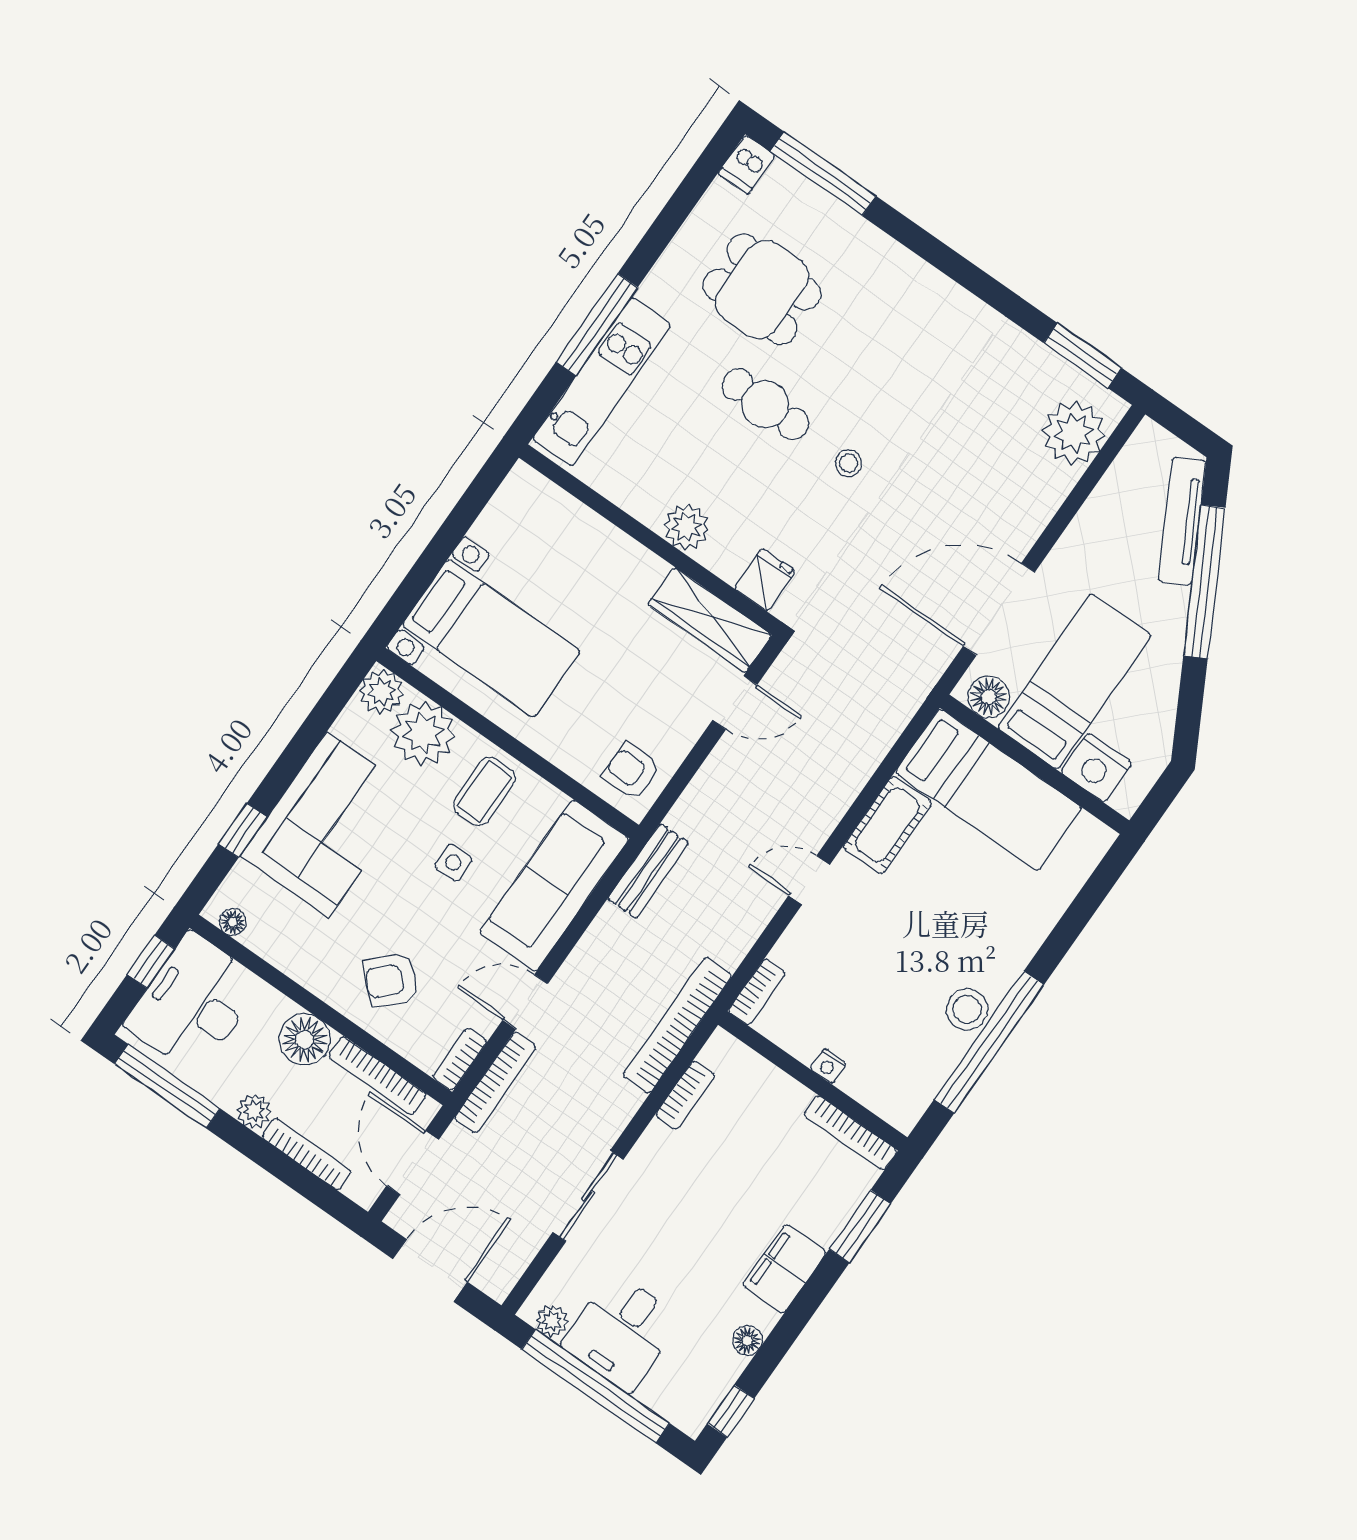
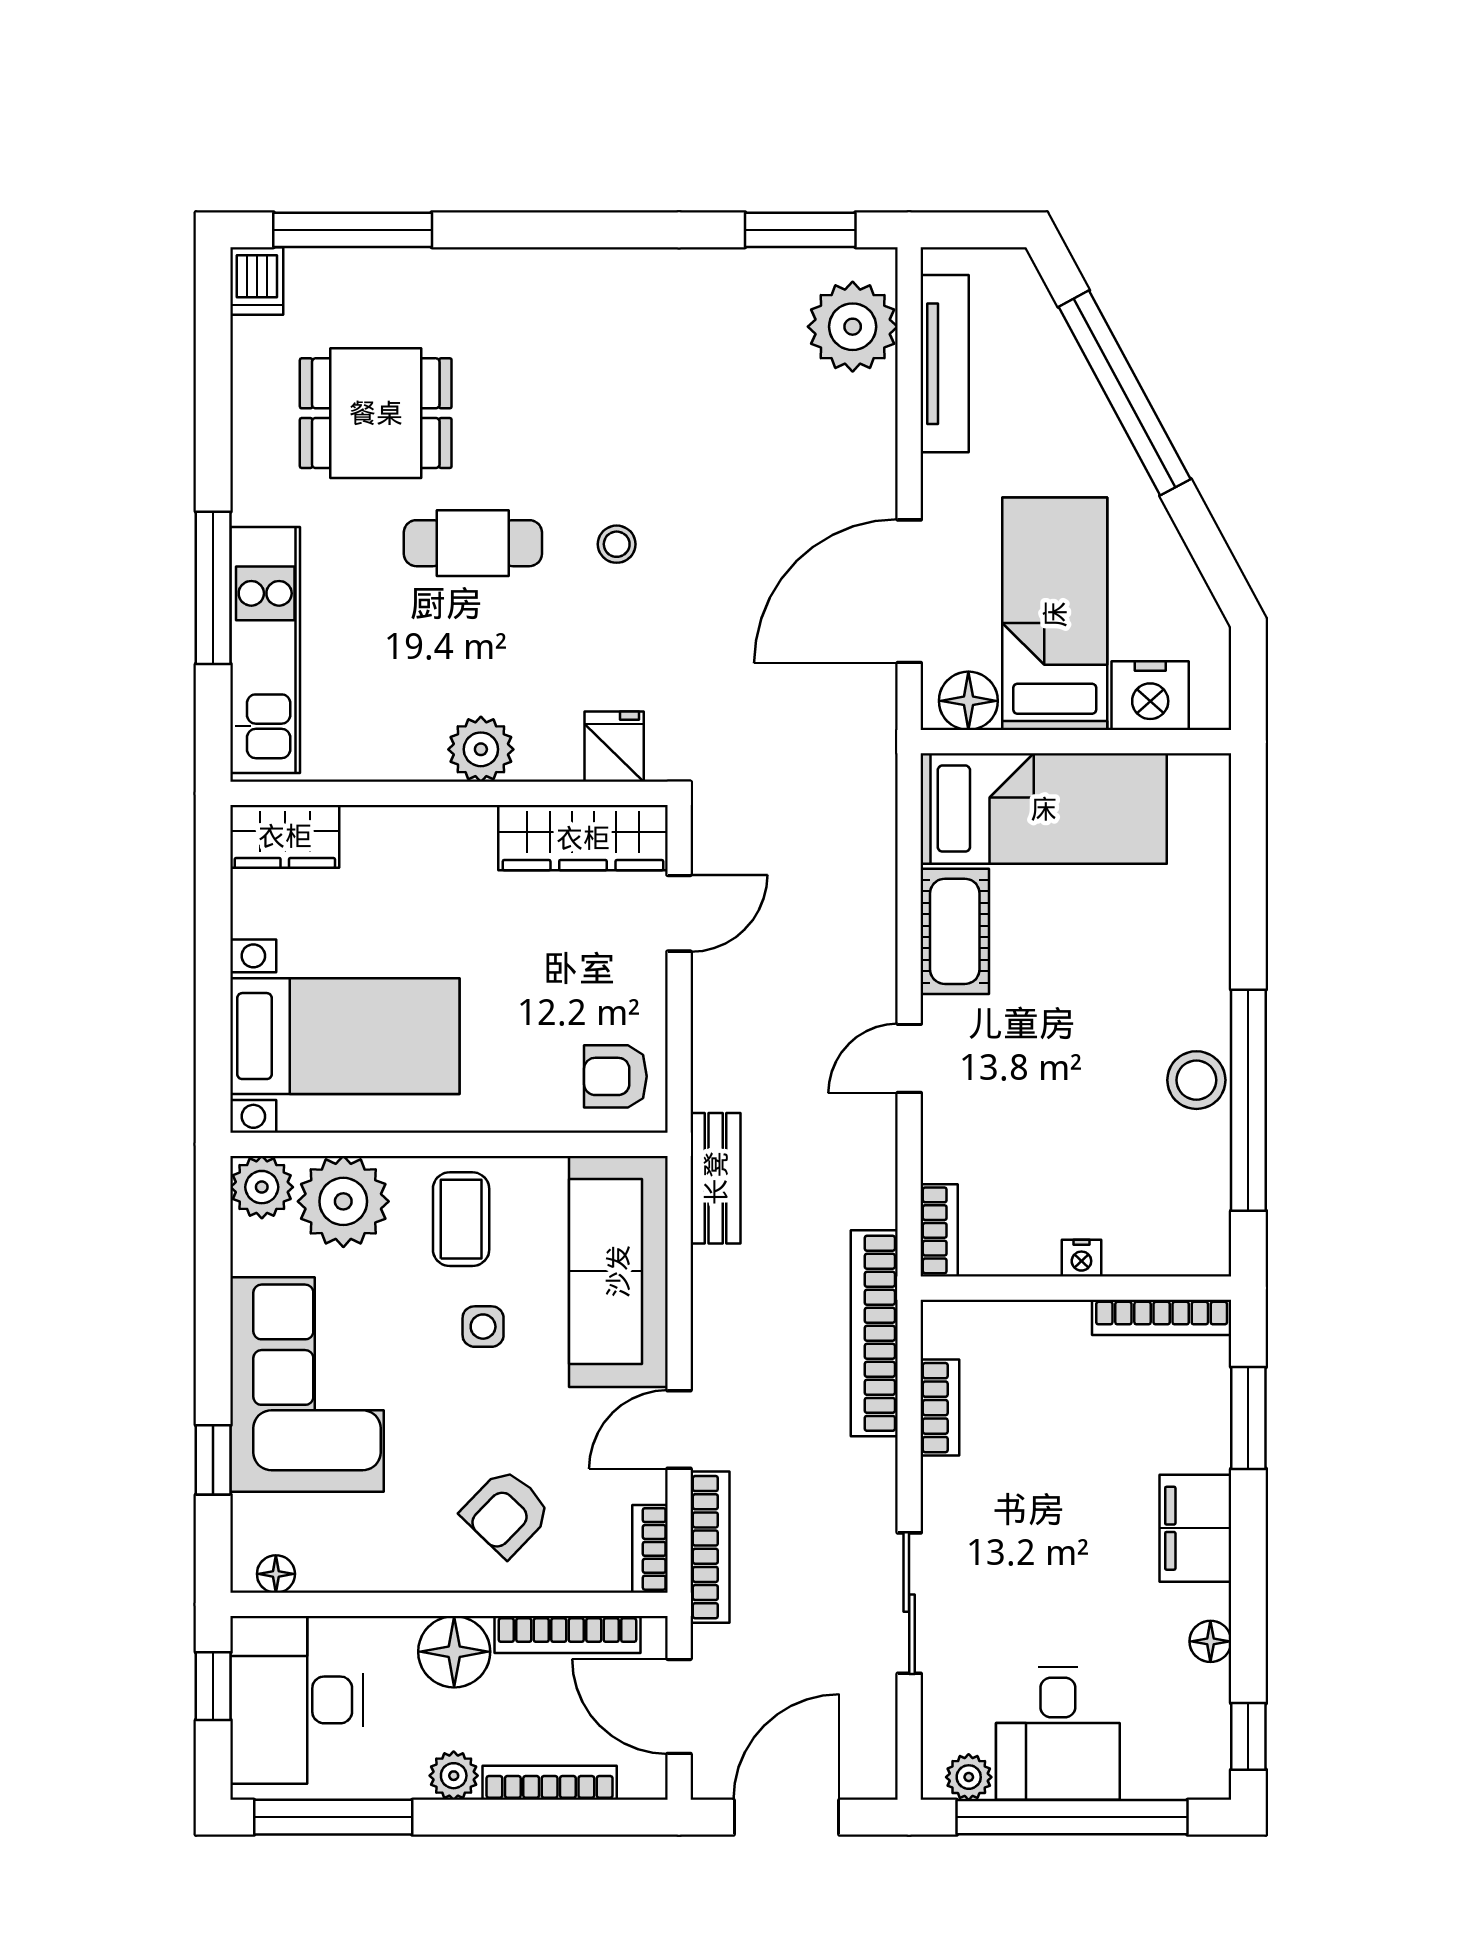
wardrobe: (537, 498) -> (285, 836), added
tv unit: (1182, 521) -> (945, 364), moved, turned -152

